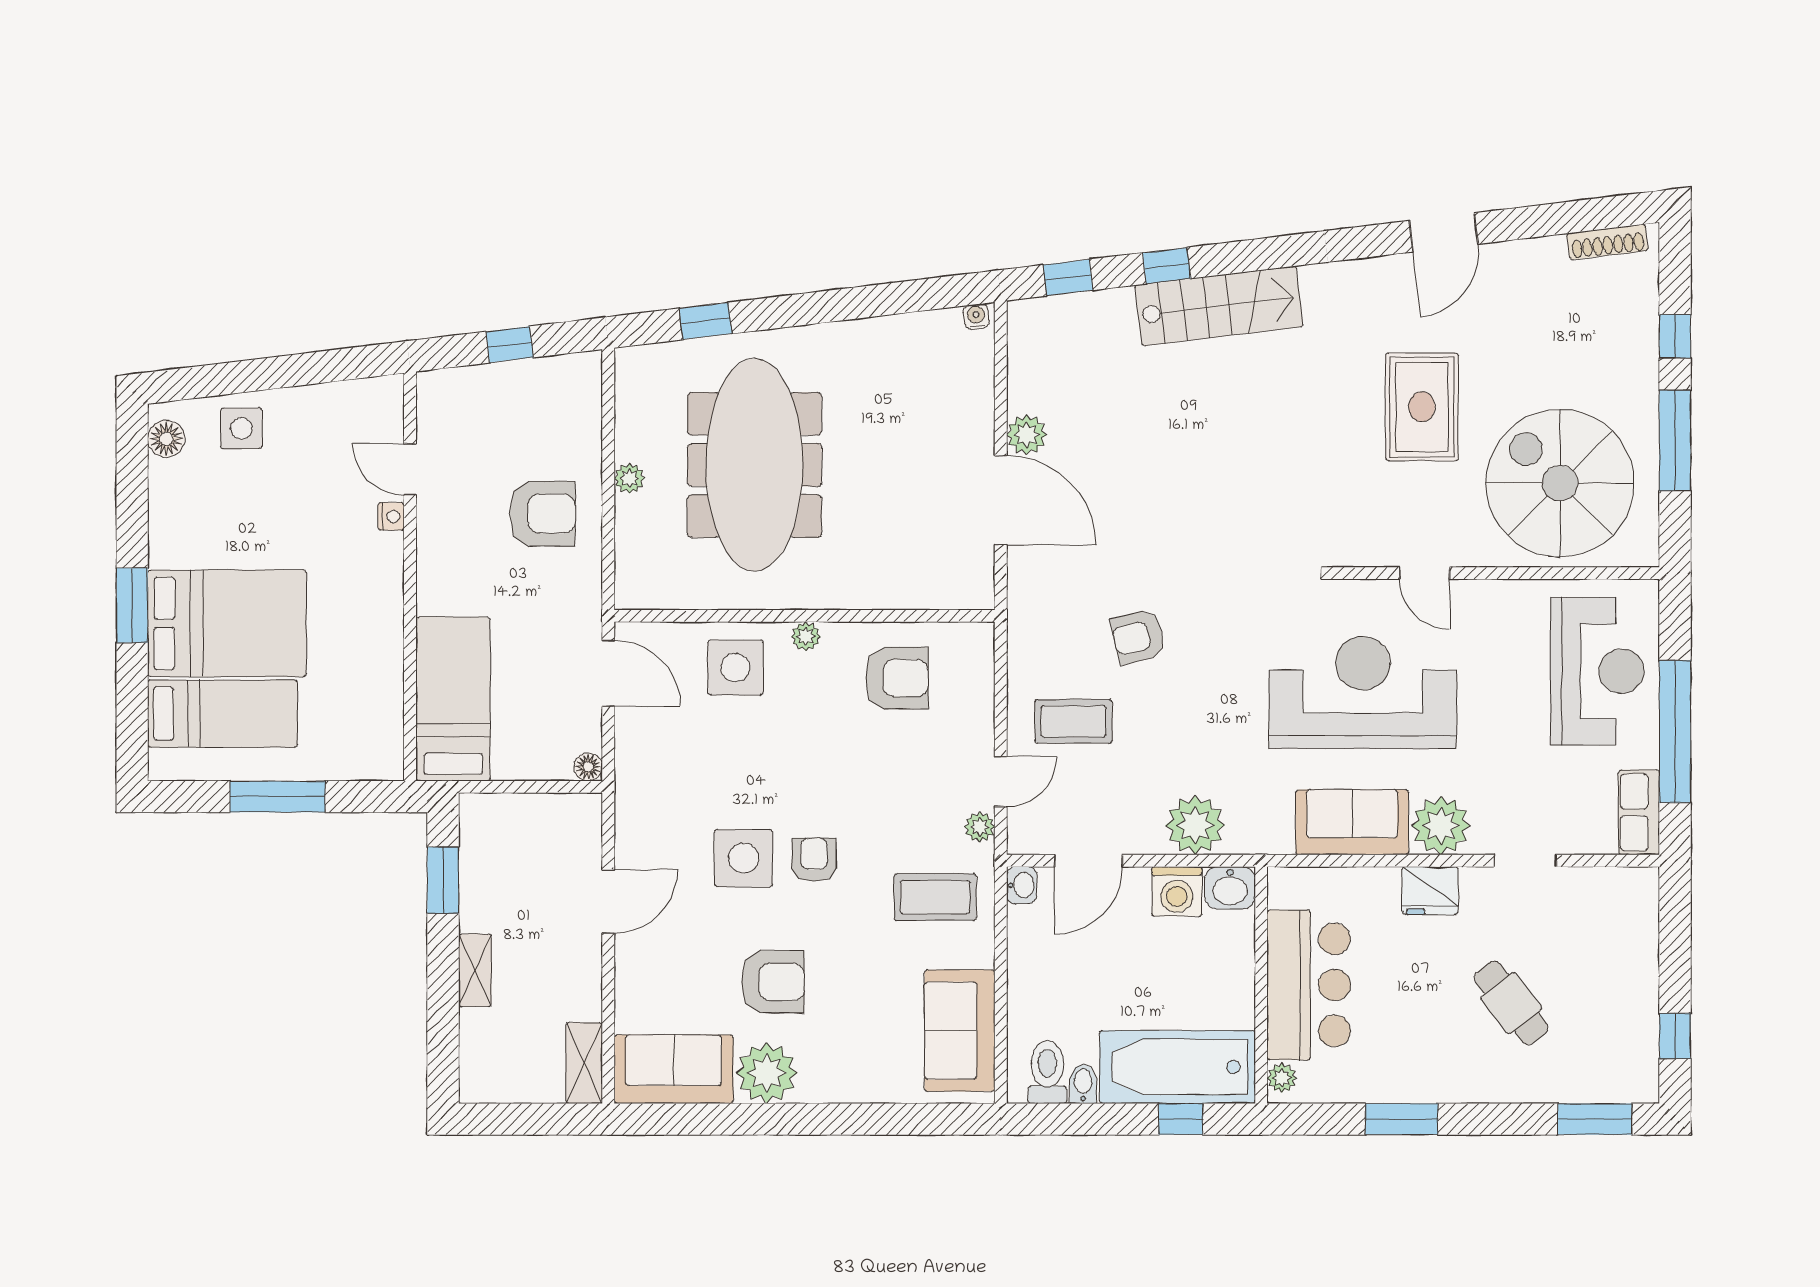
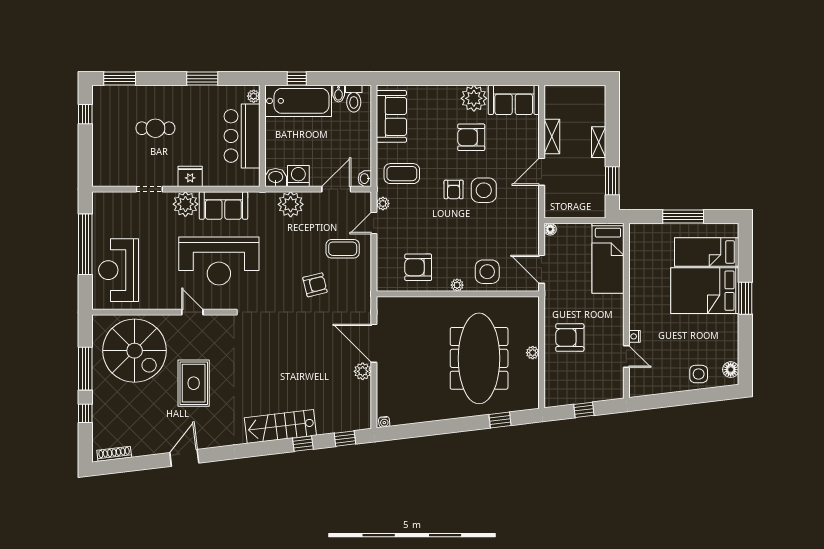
row of seats: (1639, 812) -> (101, 210), removed
cafe table: (1511, 1003) -> (155, 128), turned -52
shelving: (584, 1063) -> (552, 137), moved

